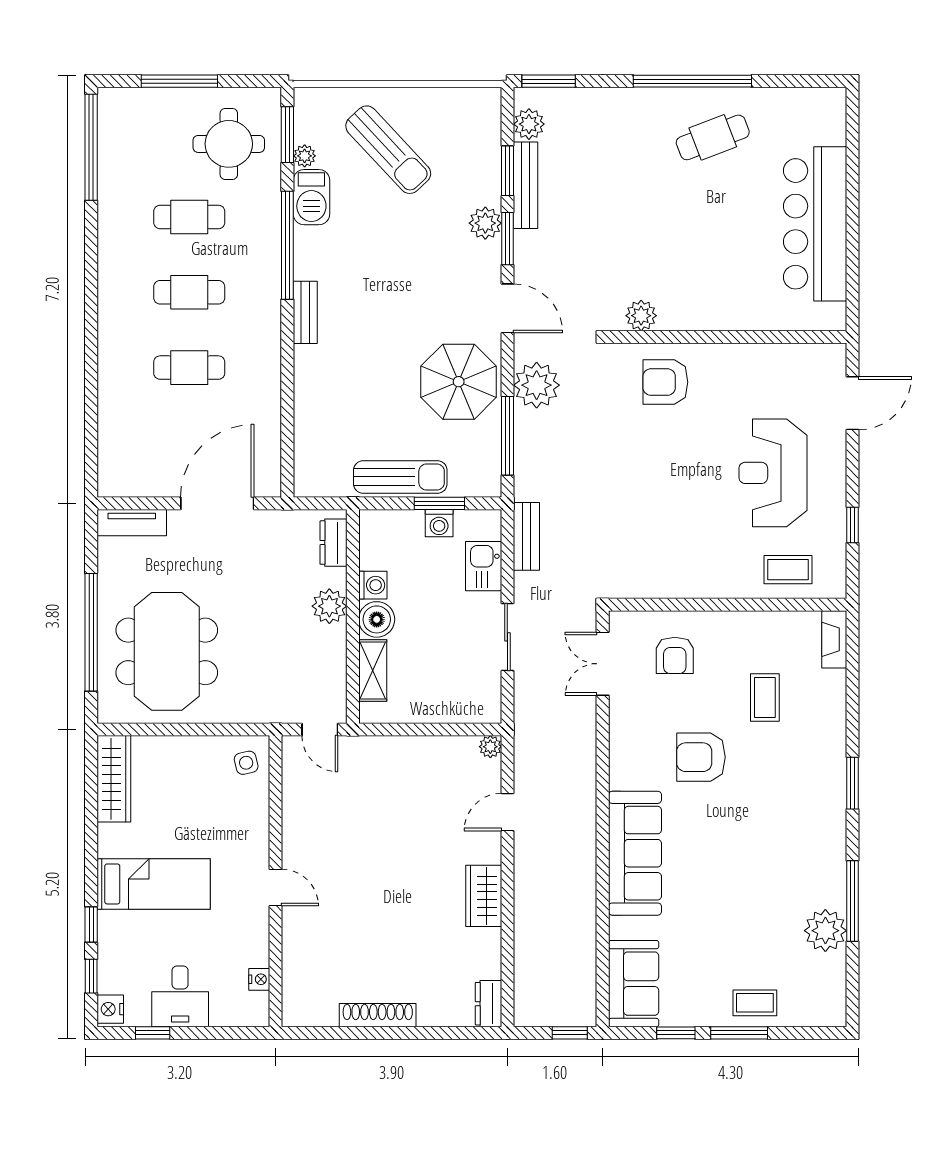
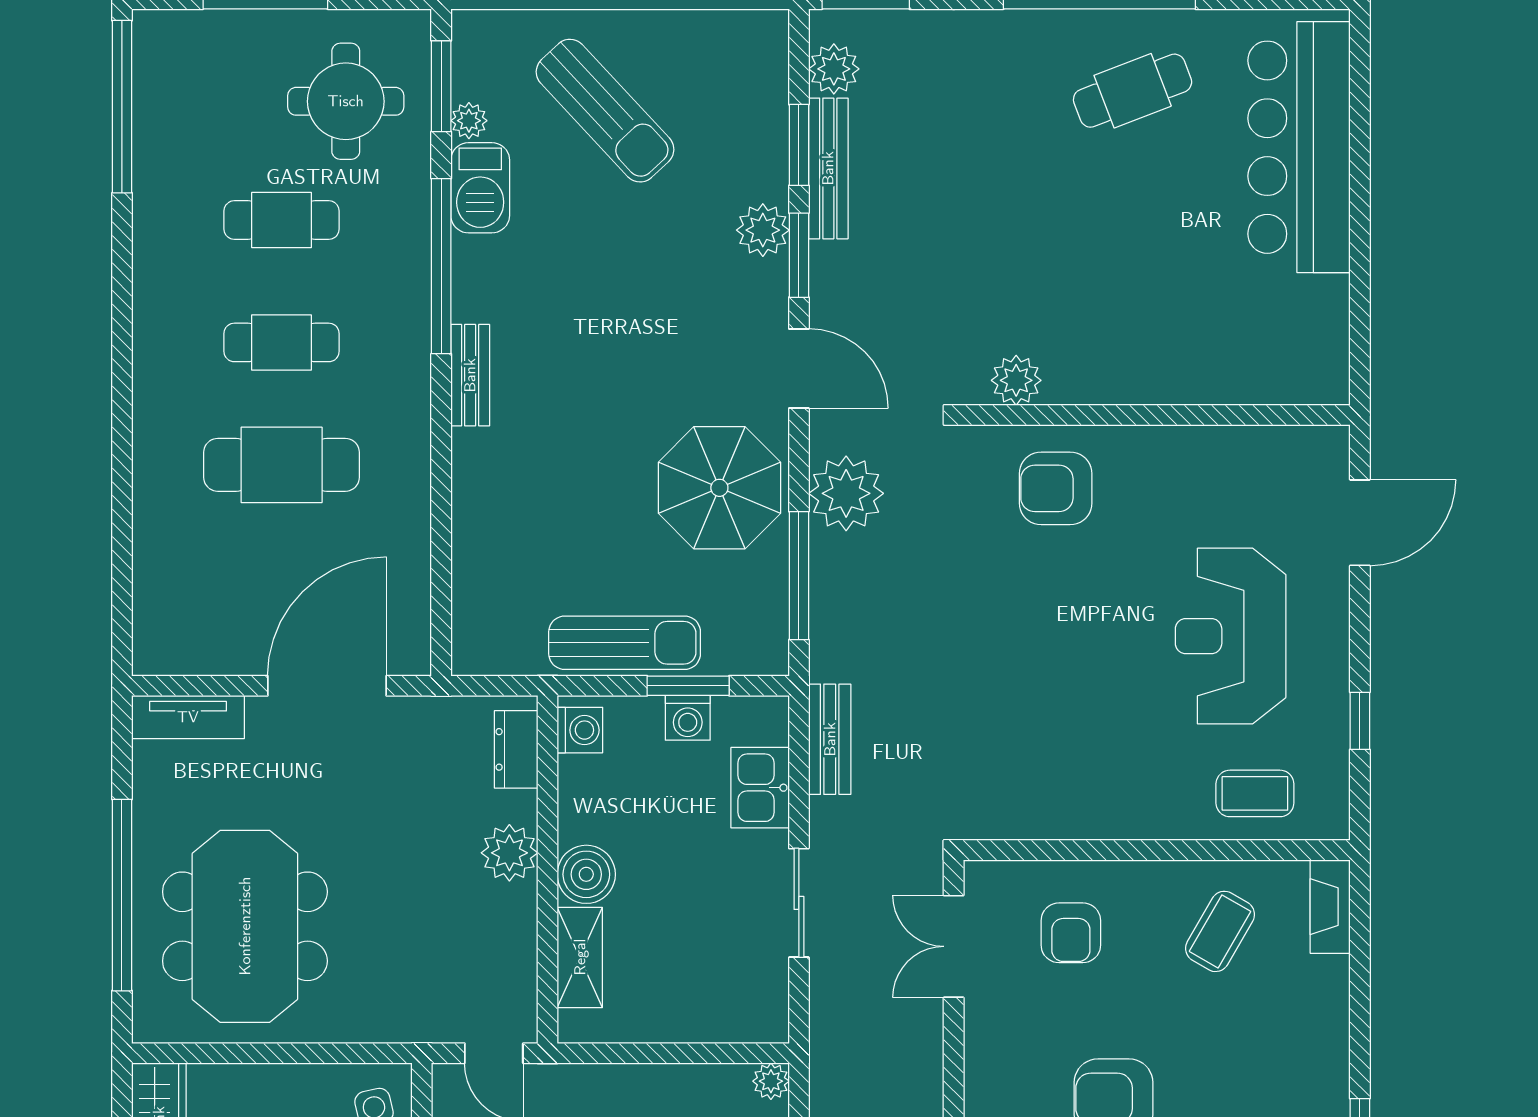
bar counter: (815, 224) -> (1299, 147), moved
cafe table: (189, 368) -> (282, 465), width x1.37, depth x1.35
washing machine: (373, 585) -> (580, 730), moved
coffee table: (765, 698) -> (1220, 931), moved, turned 30

